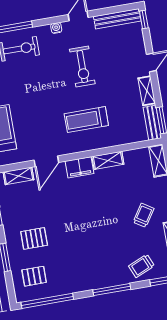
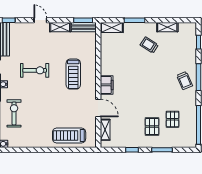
shelving: (108, 160) -> (105, 64), removed
trolley: (142, 266) -> (185, 81), moved
pallet: (34, 276) -> (173, 119), moved

